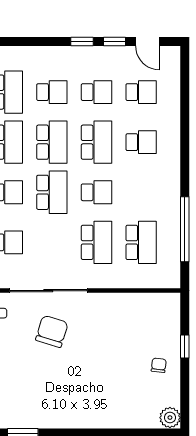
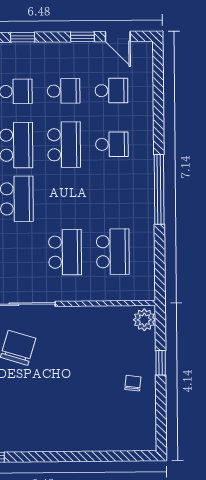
window: (82, 42) -> (23, 37), moved
school desk: (96, 192) -> (65, 198), removed
window: (185, 229) -> (159, 189), moved
plant: (170, 418) -> (144, 320), moved

